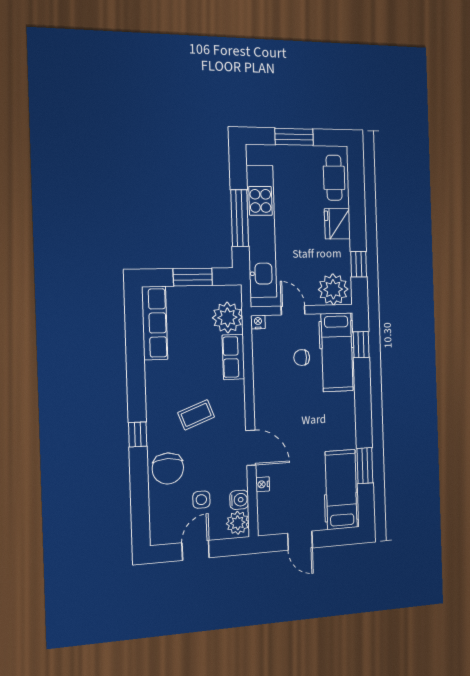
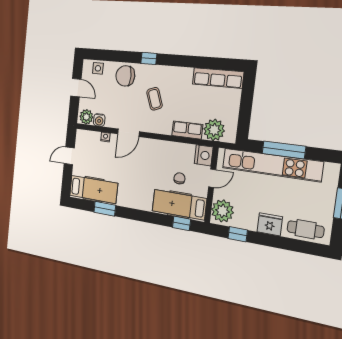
window: (193, 277) -> (246, 109), removed
nightstand: (258, 322) -> (204, 155), width x1.89, depth x1.79
side table: (201, 500) -> (98, 68), moved

